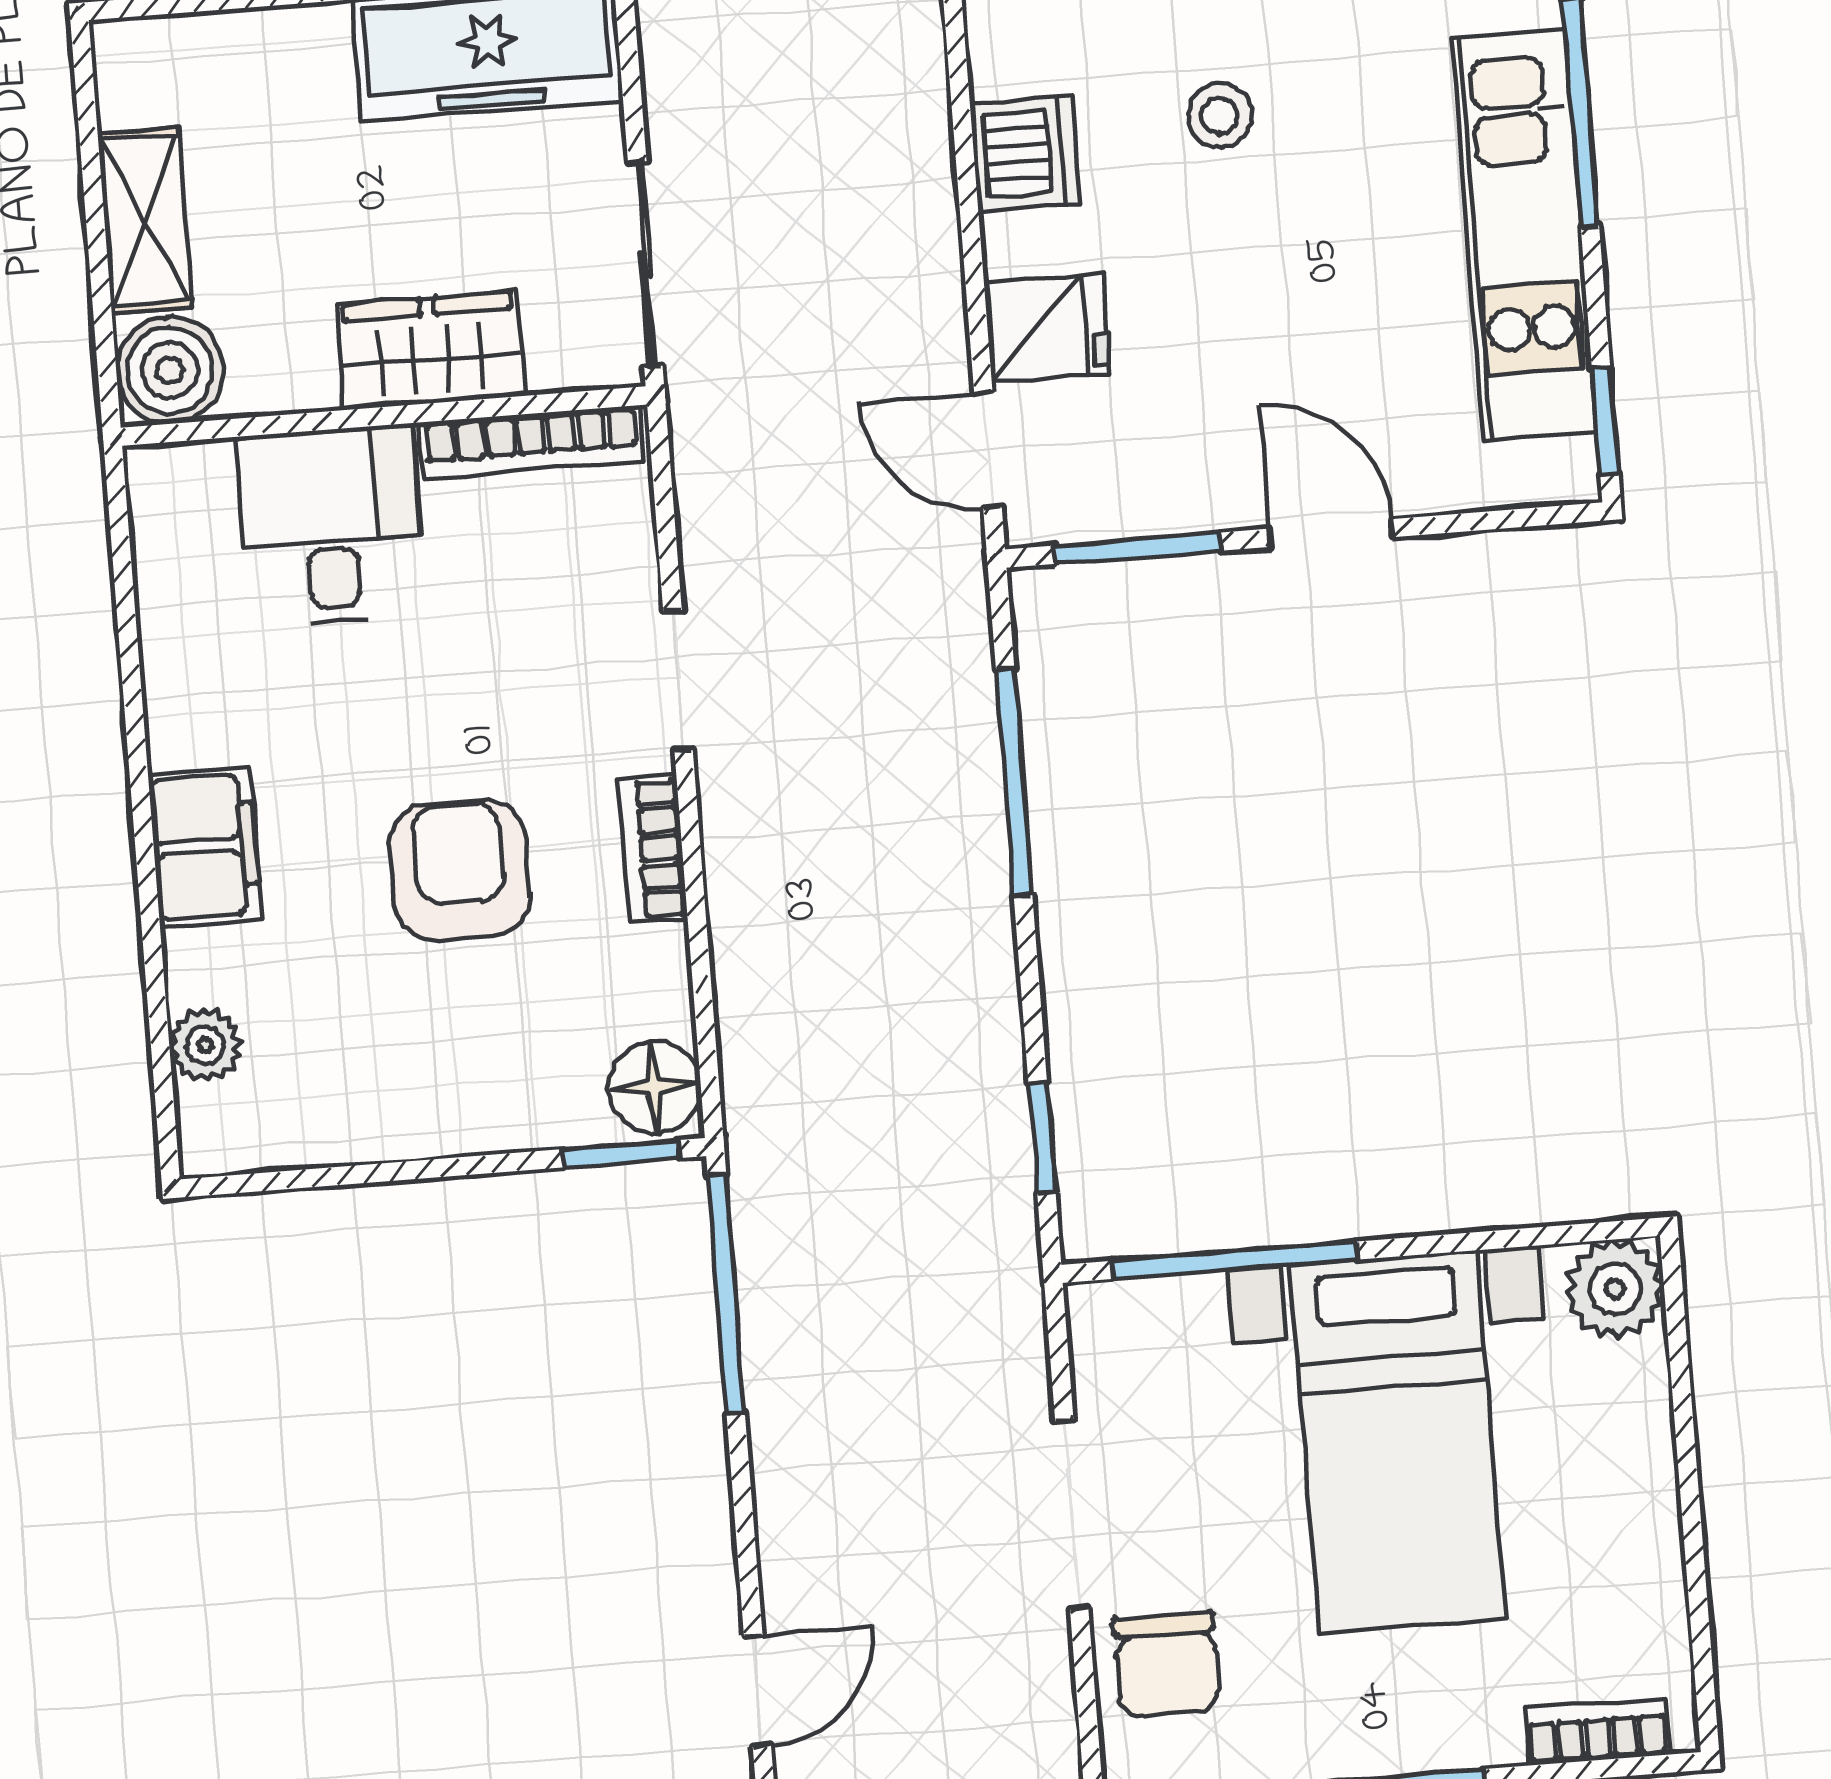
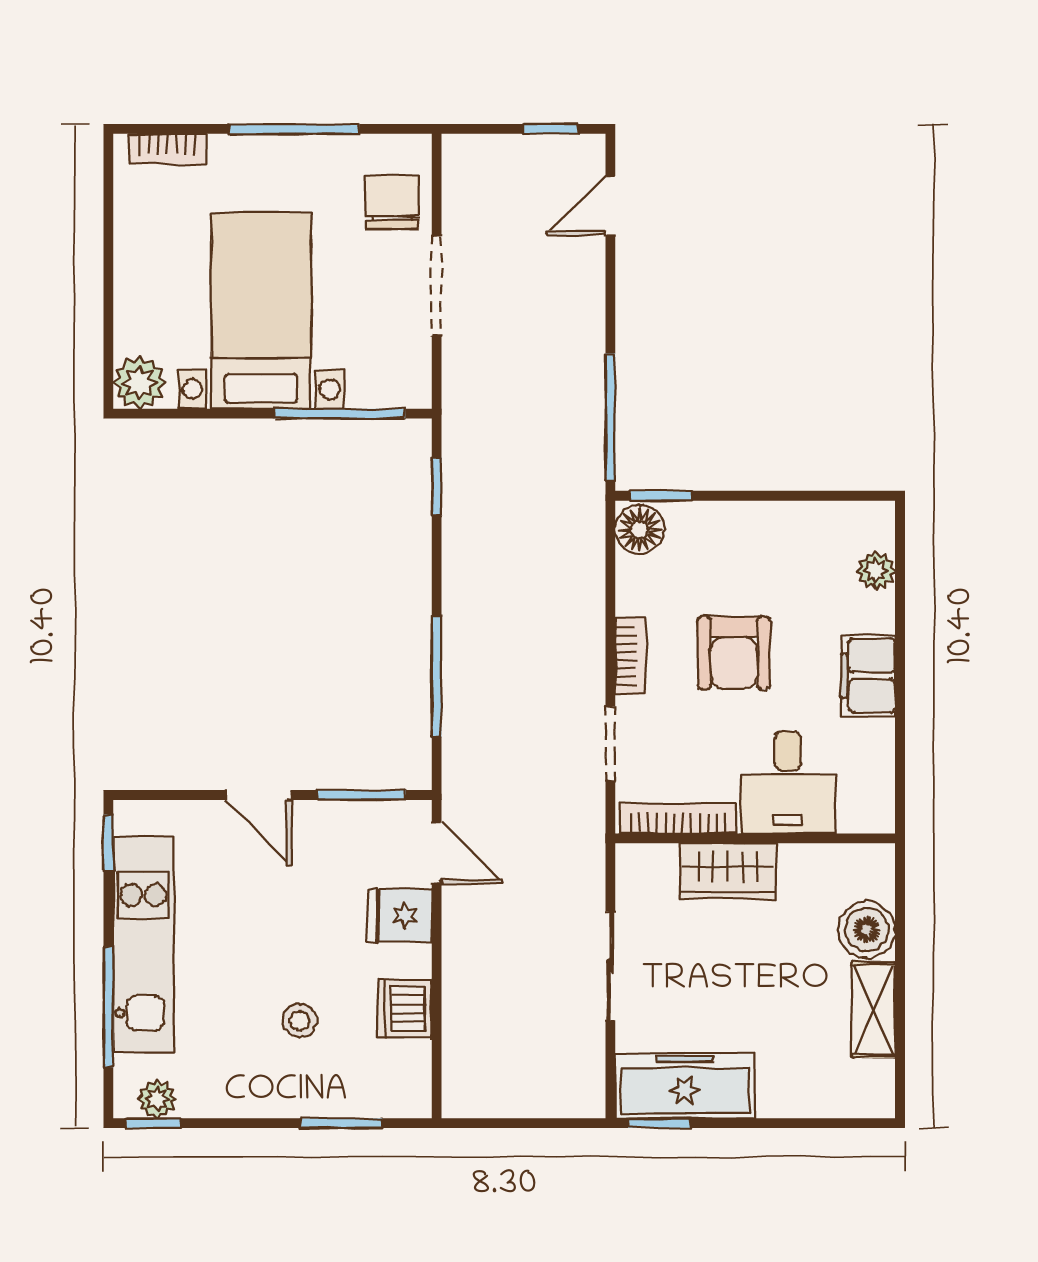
wardrobe: (431, 351) -> (728, 871), moved
wall: (384, 416) -> (755, 838), moved
bookcase: (532, 442) -> (678, 819), moved
desk: (331, 526) -> (788, 783), moved

